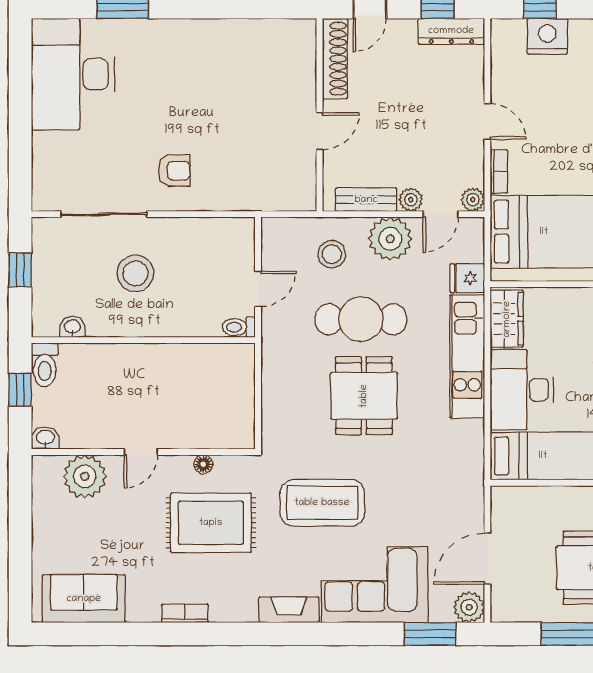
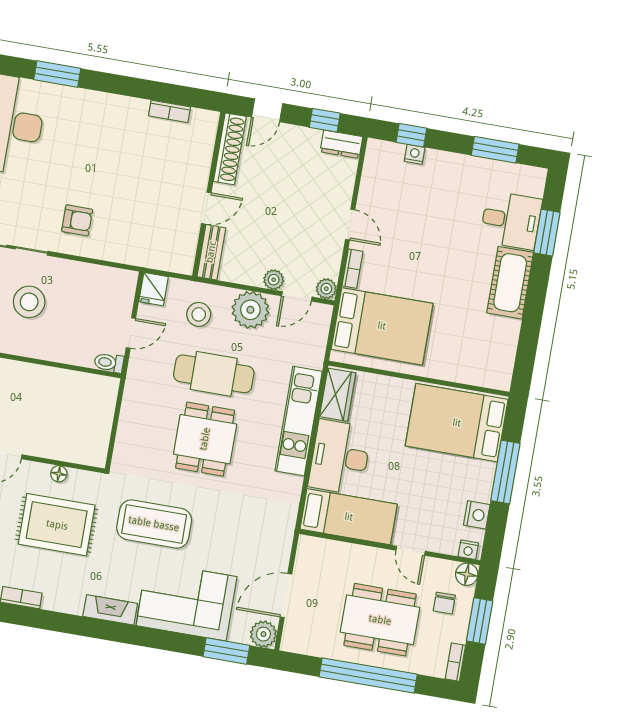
bookcase: (258, 28) -> (170, 111), added
dresser: (451, 31) -> (341, 144), width x0.70
nightstand: (547, 36) -> (415, 154), width x0.53, depth x0.56
bench: (366, 200) -> (211, 252), moved, turned 90
fridge: (467, 278) -> (154, 289), moved, turned -90

